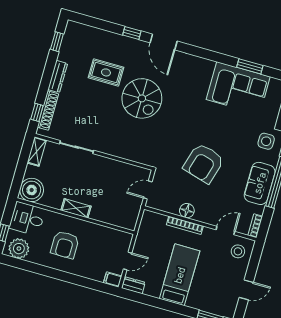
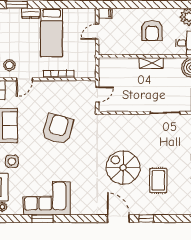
rug: (106, 72) -> (158, 180), turned 90
floor lamp: (187, 211) -> (60, 87), removed
armchair: (65, 245) -> (152, 31), turned 180
dresser: (133, 285) -> (31, 13), moved

